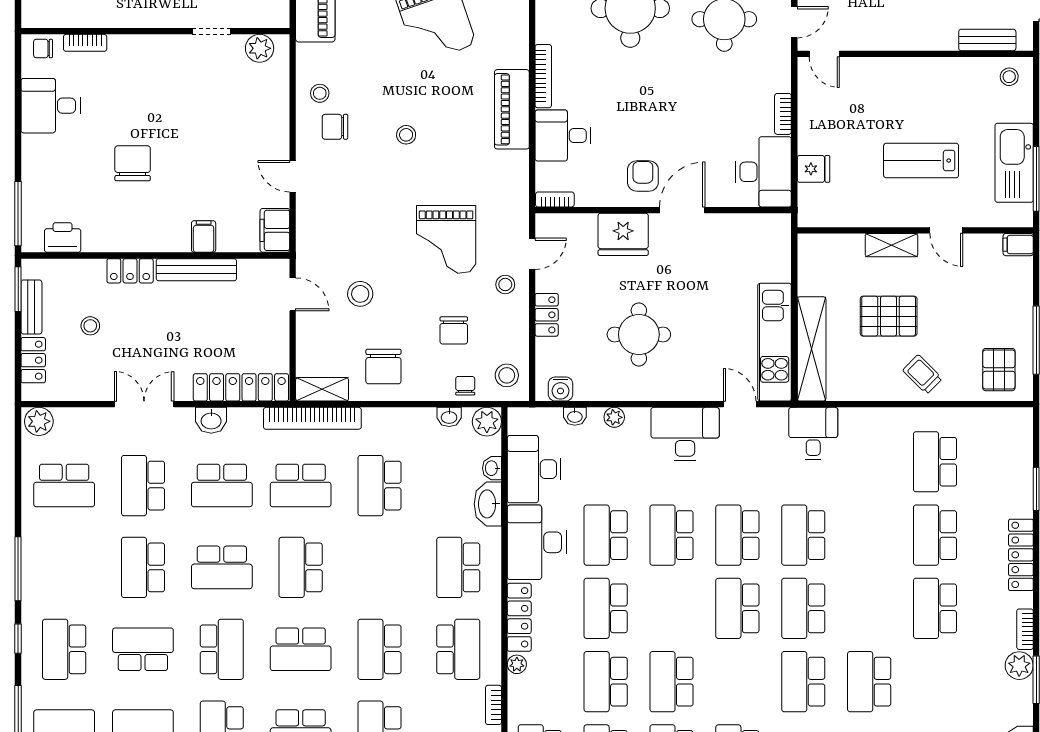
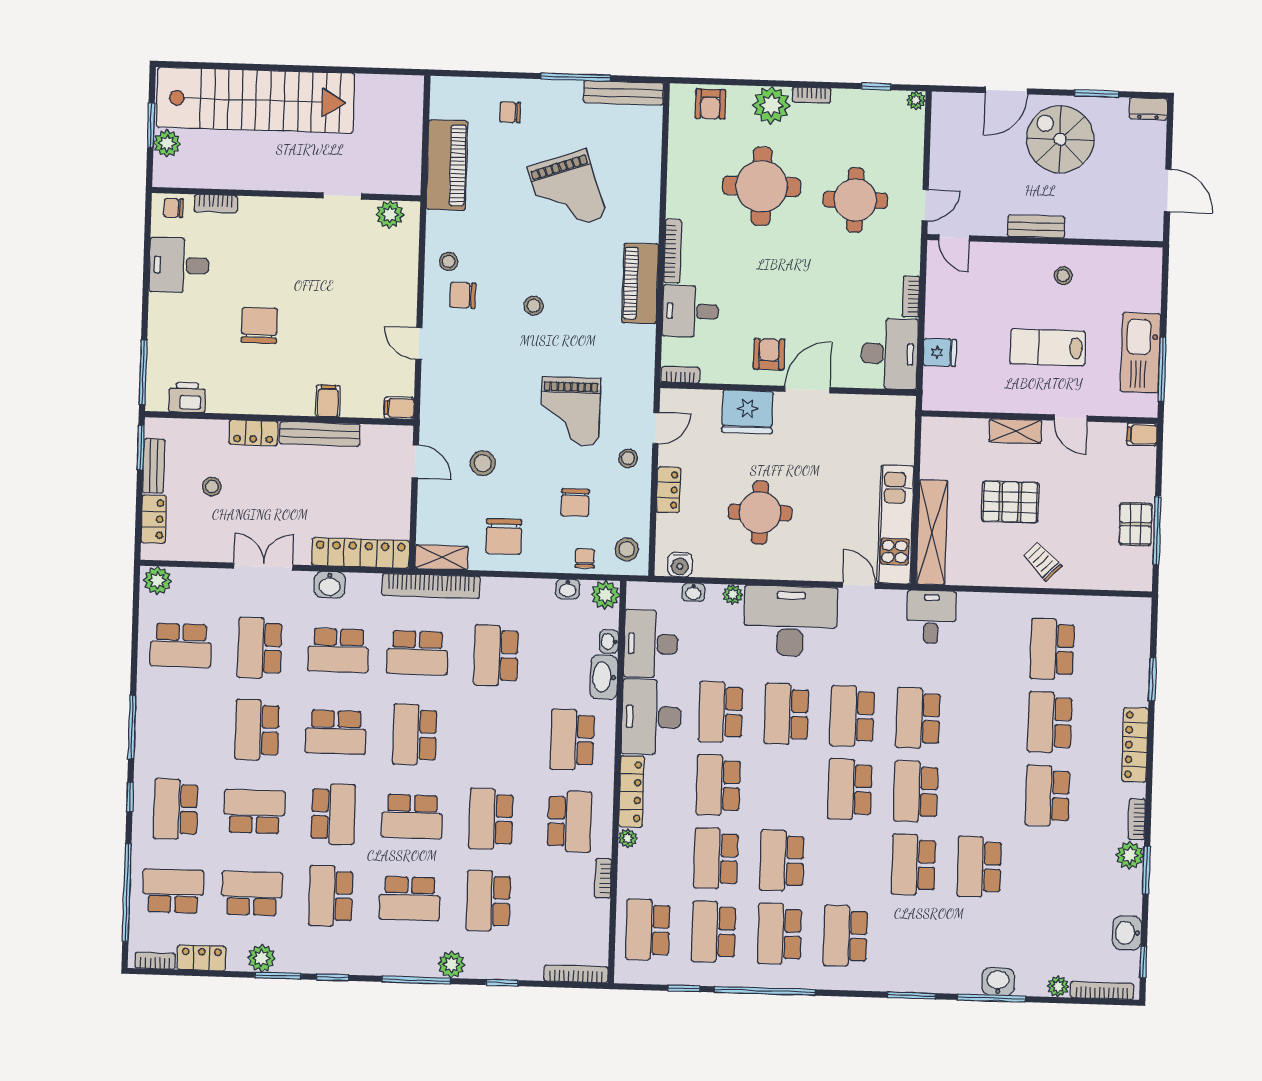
bench: (987, 40) -> (1036, 226), moved
stool: (1009, 77) -> (1063, 276), moved
filing cabinet: (275, 230) -> (399, 408), width x0.50
pallet: (999, 370) -> (1136, 524), moved
desk: (685, 434) -> (790, 621), width x1.36, depth x1.30

